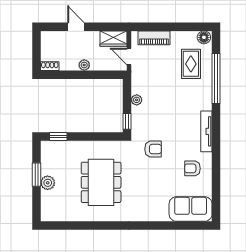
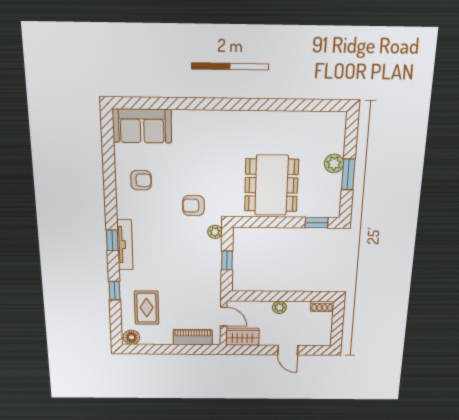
window: (216, 78) -> (114, 291), width x0.32
plant: (137, 100) -> (215, 232), moved
window: (216, 120) -> (112, 240), added
window: (127, 121) -> (227, 260), moved
tv unit: (206, 131) -> (125, 245), moved
dining table: (101, 182) -> (271, 185), moved

